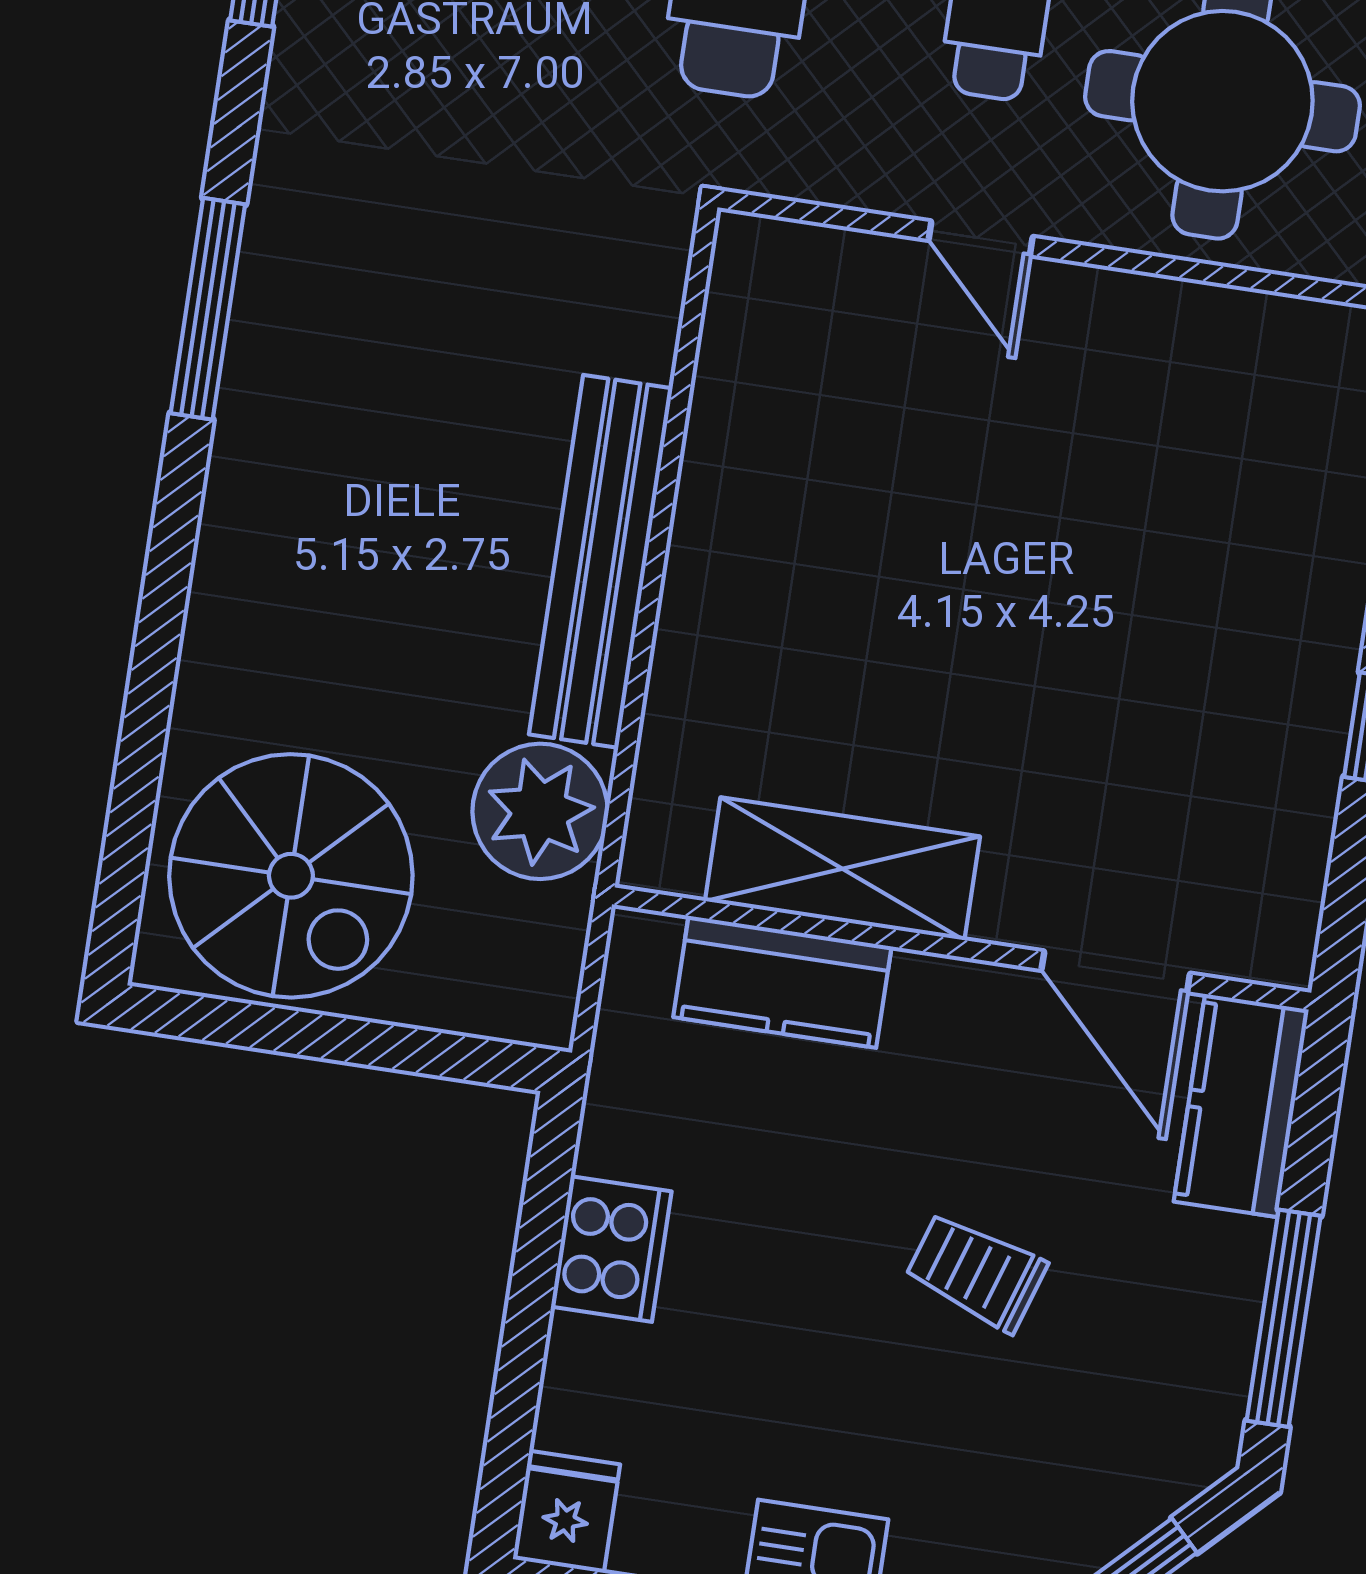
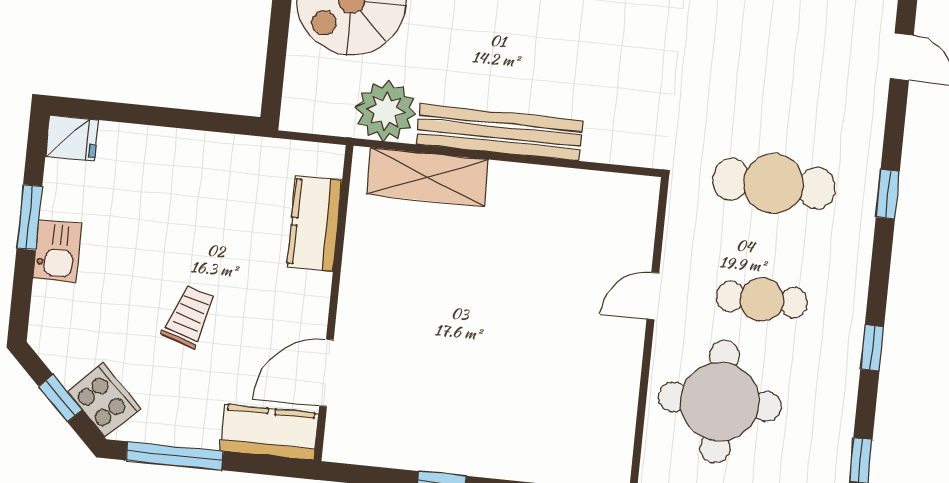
shelving: (842, 869) -> (427, 177), moved, turned 90
cooker: (611, 1249) -> (104, 400), moved, turned -135

